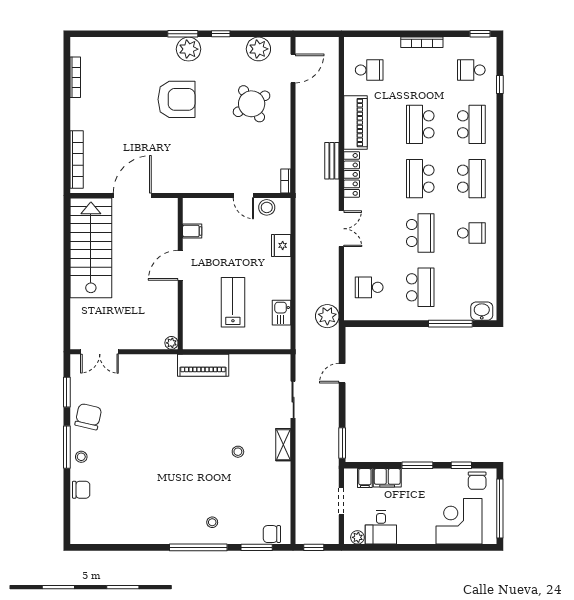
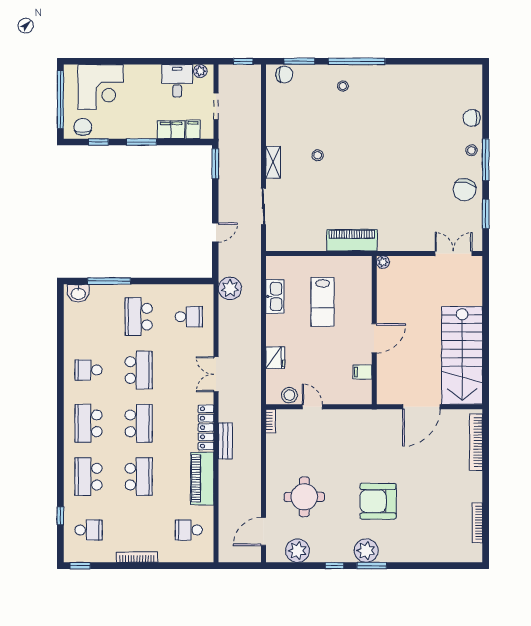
round table: (252, 104) -> (304, 497), turned 31
school desk: (420, 233) -> (139, 370), turned 180
kitchen sink: (281, 313) -> (275, 296), width x1.38

